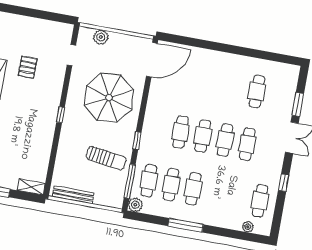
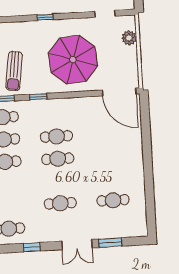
cafe table: (225, 140) -> (59, 181), removed

